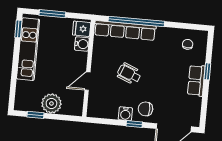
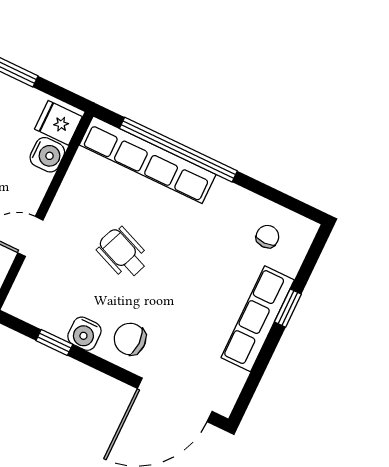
row of seats: (196, 81) -> (258, 319), width x1.48
window: (134, 124) -> (54, 342), moved

